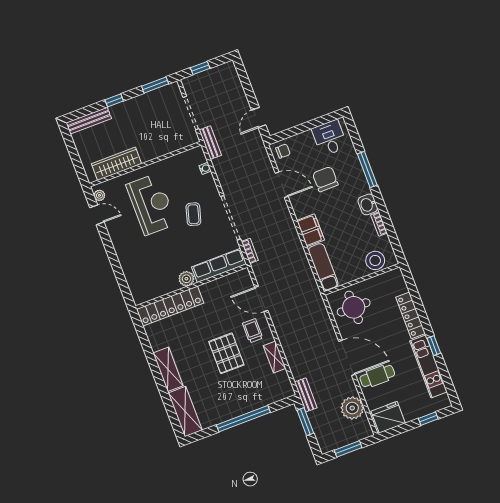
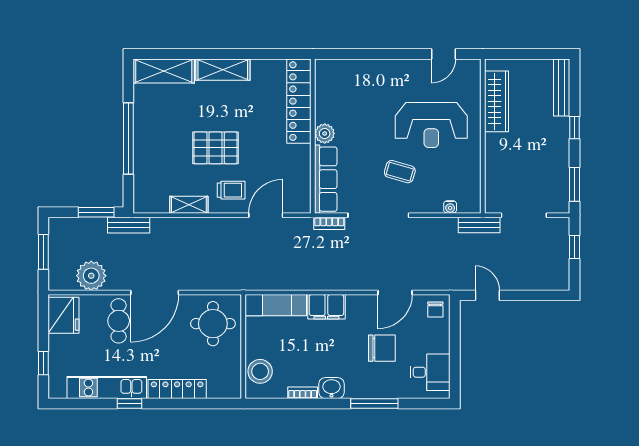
plant: (99, 195) -> (466, 66), removed

